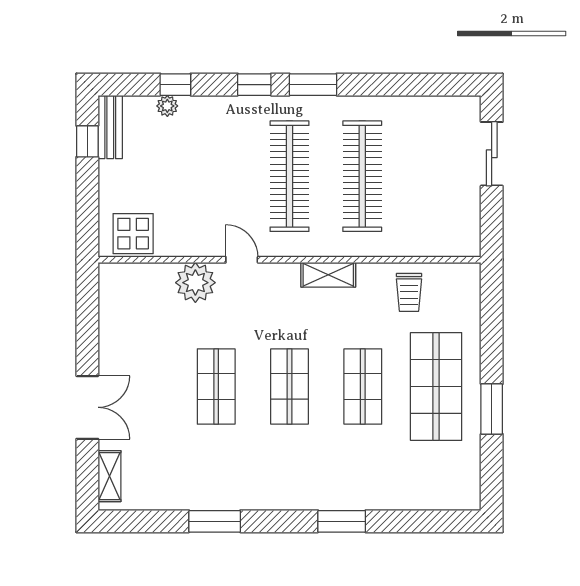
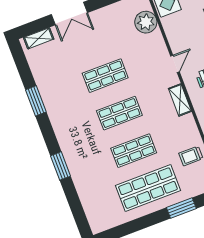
shelving: (328, 275) -> (180, 100), moved
plant: (195, 283) -> (146, 22), moved
window: (492, 409) -> (181, 208), moved

